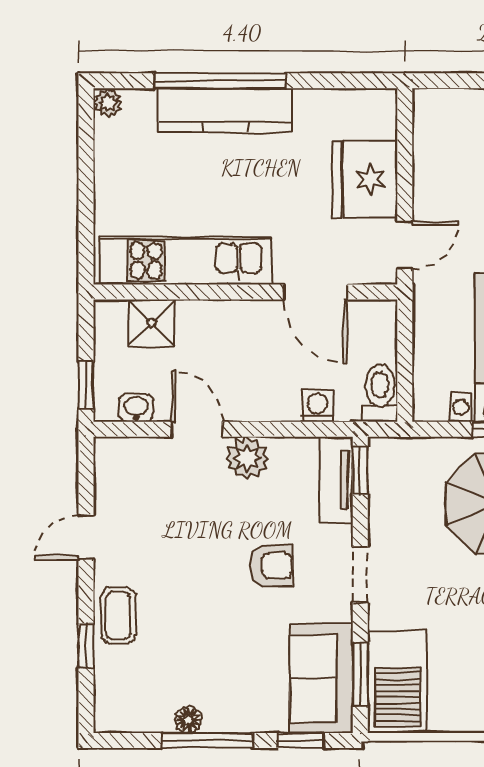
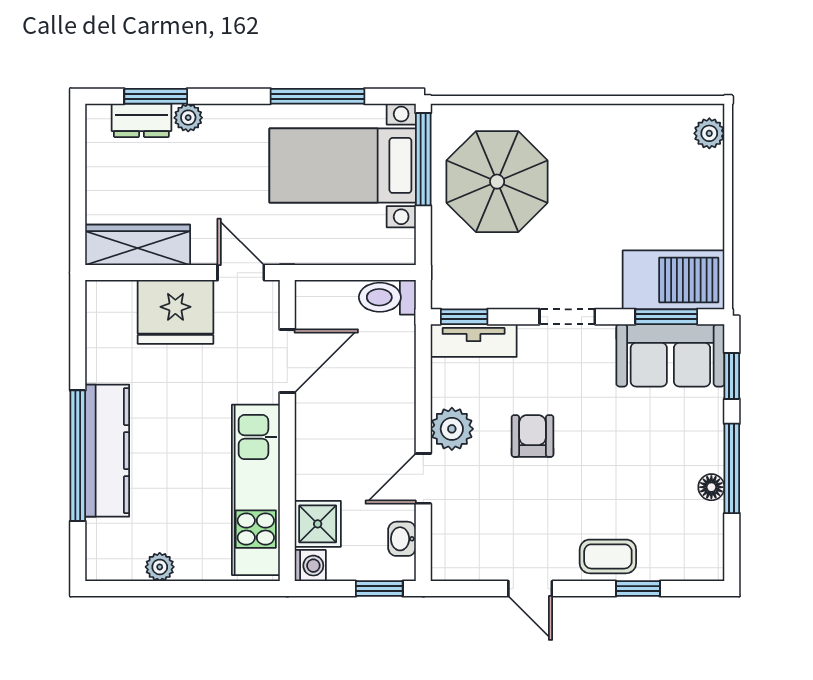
plant: (108, 103) -> (160, 567), moved
wardrobe: (433, 141) -> (138, 245), added
washing machine: (318, 406) -> (310, 566), moved, turned 180
armchair: (271, 566) -> (533, 436), moved

